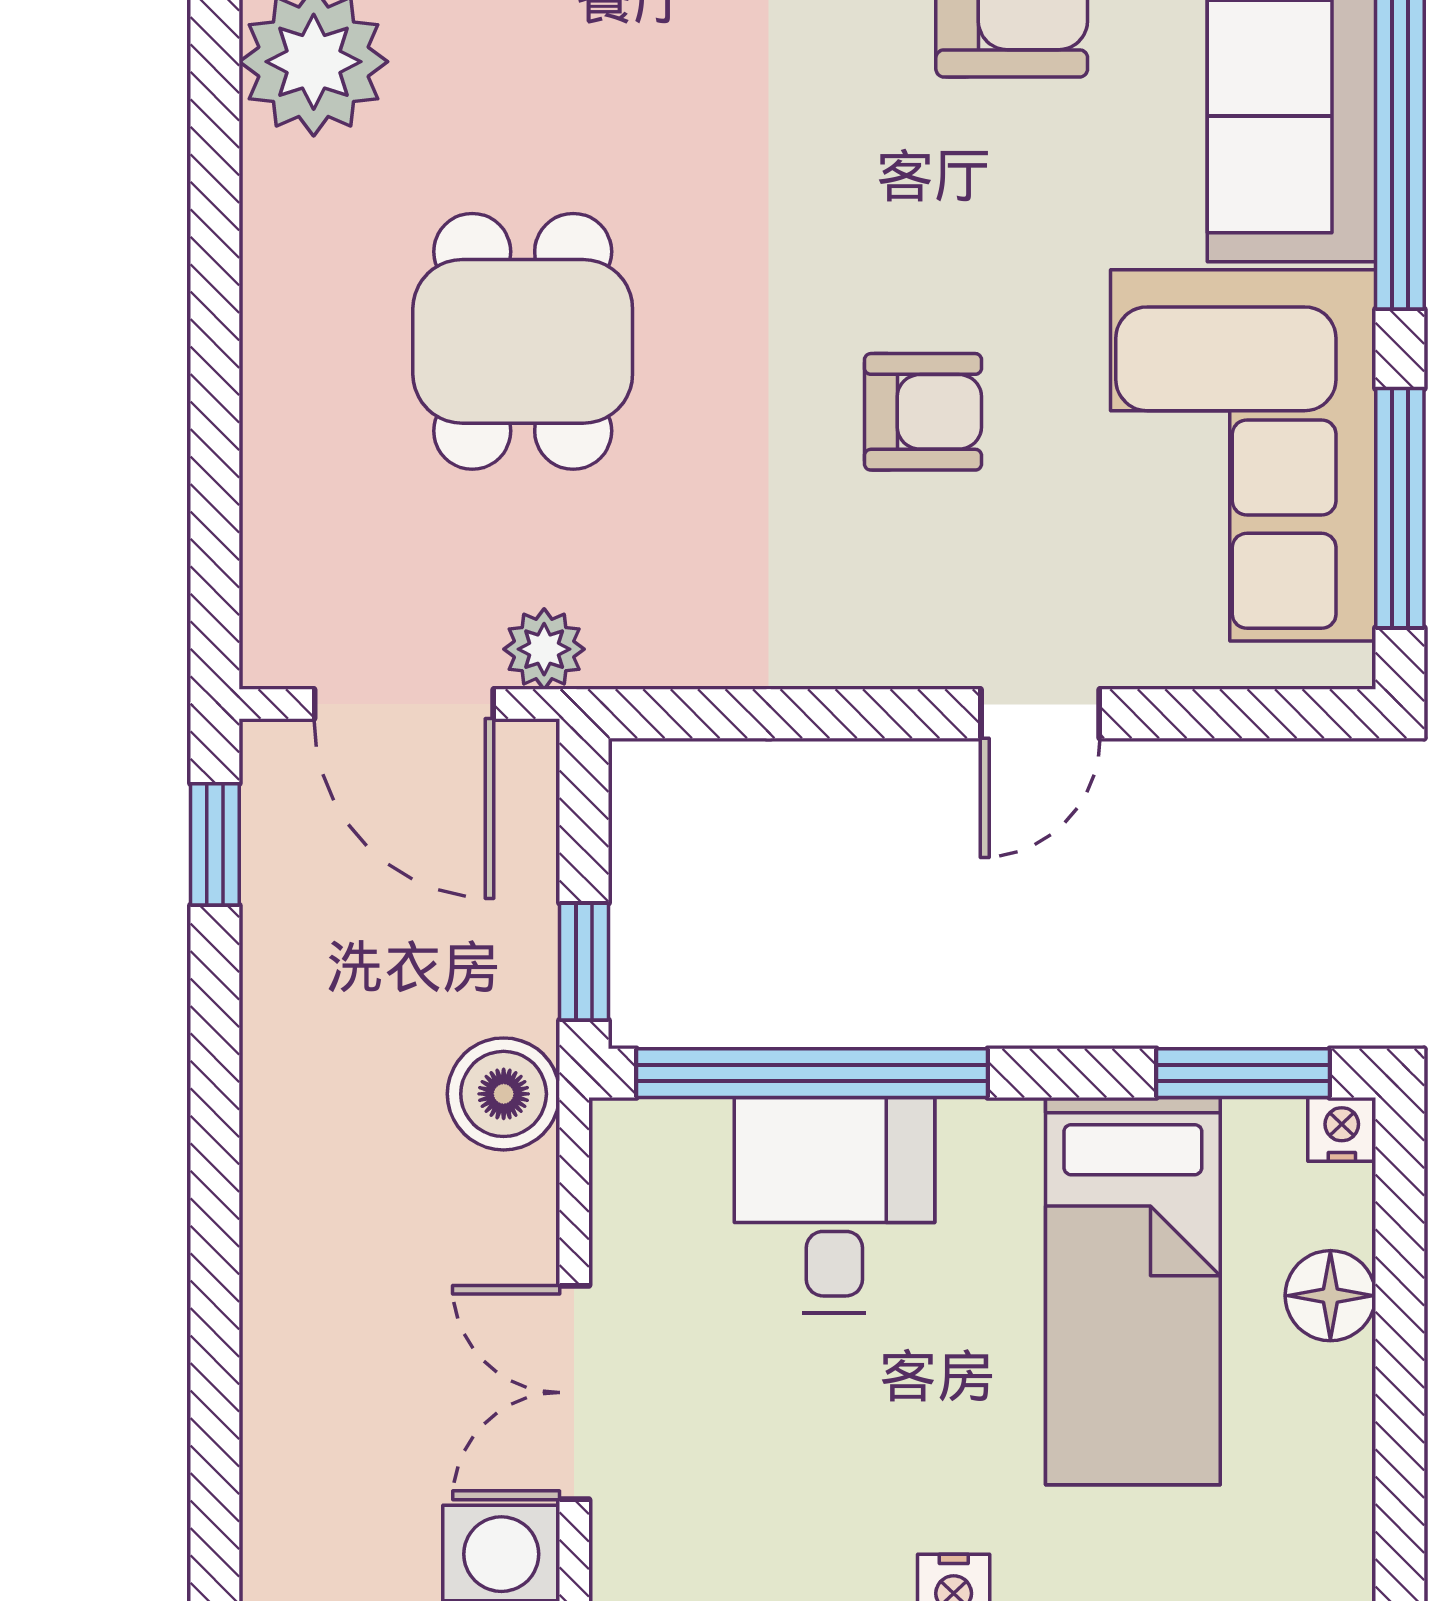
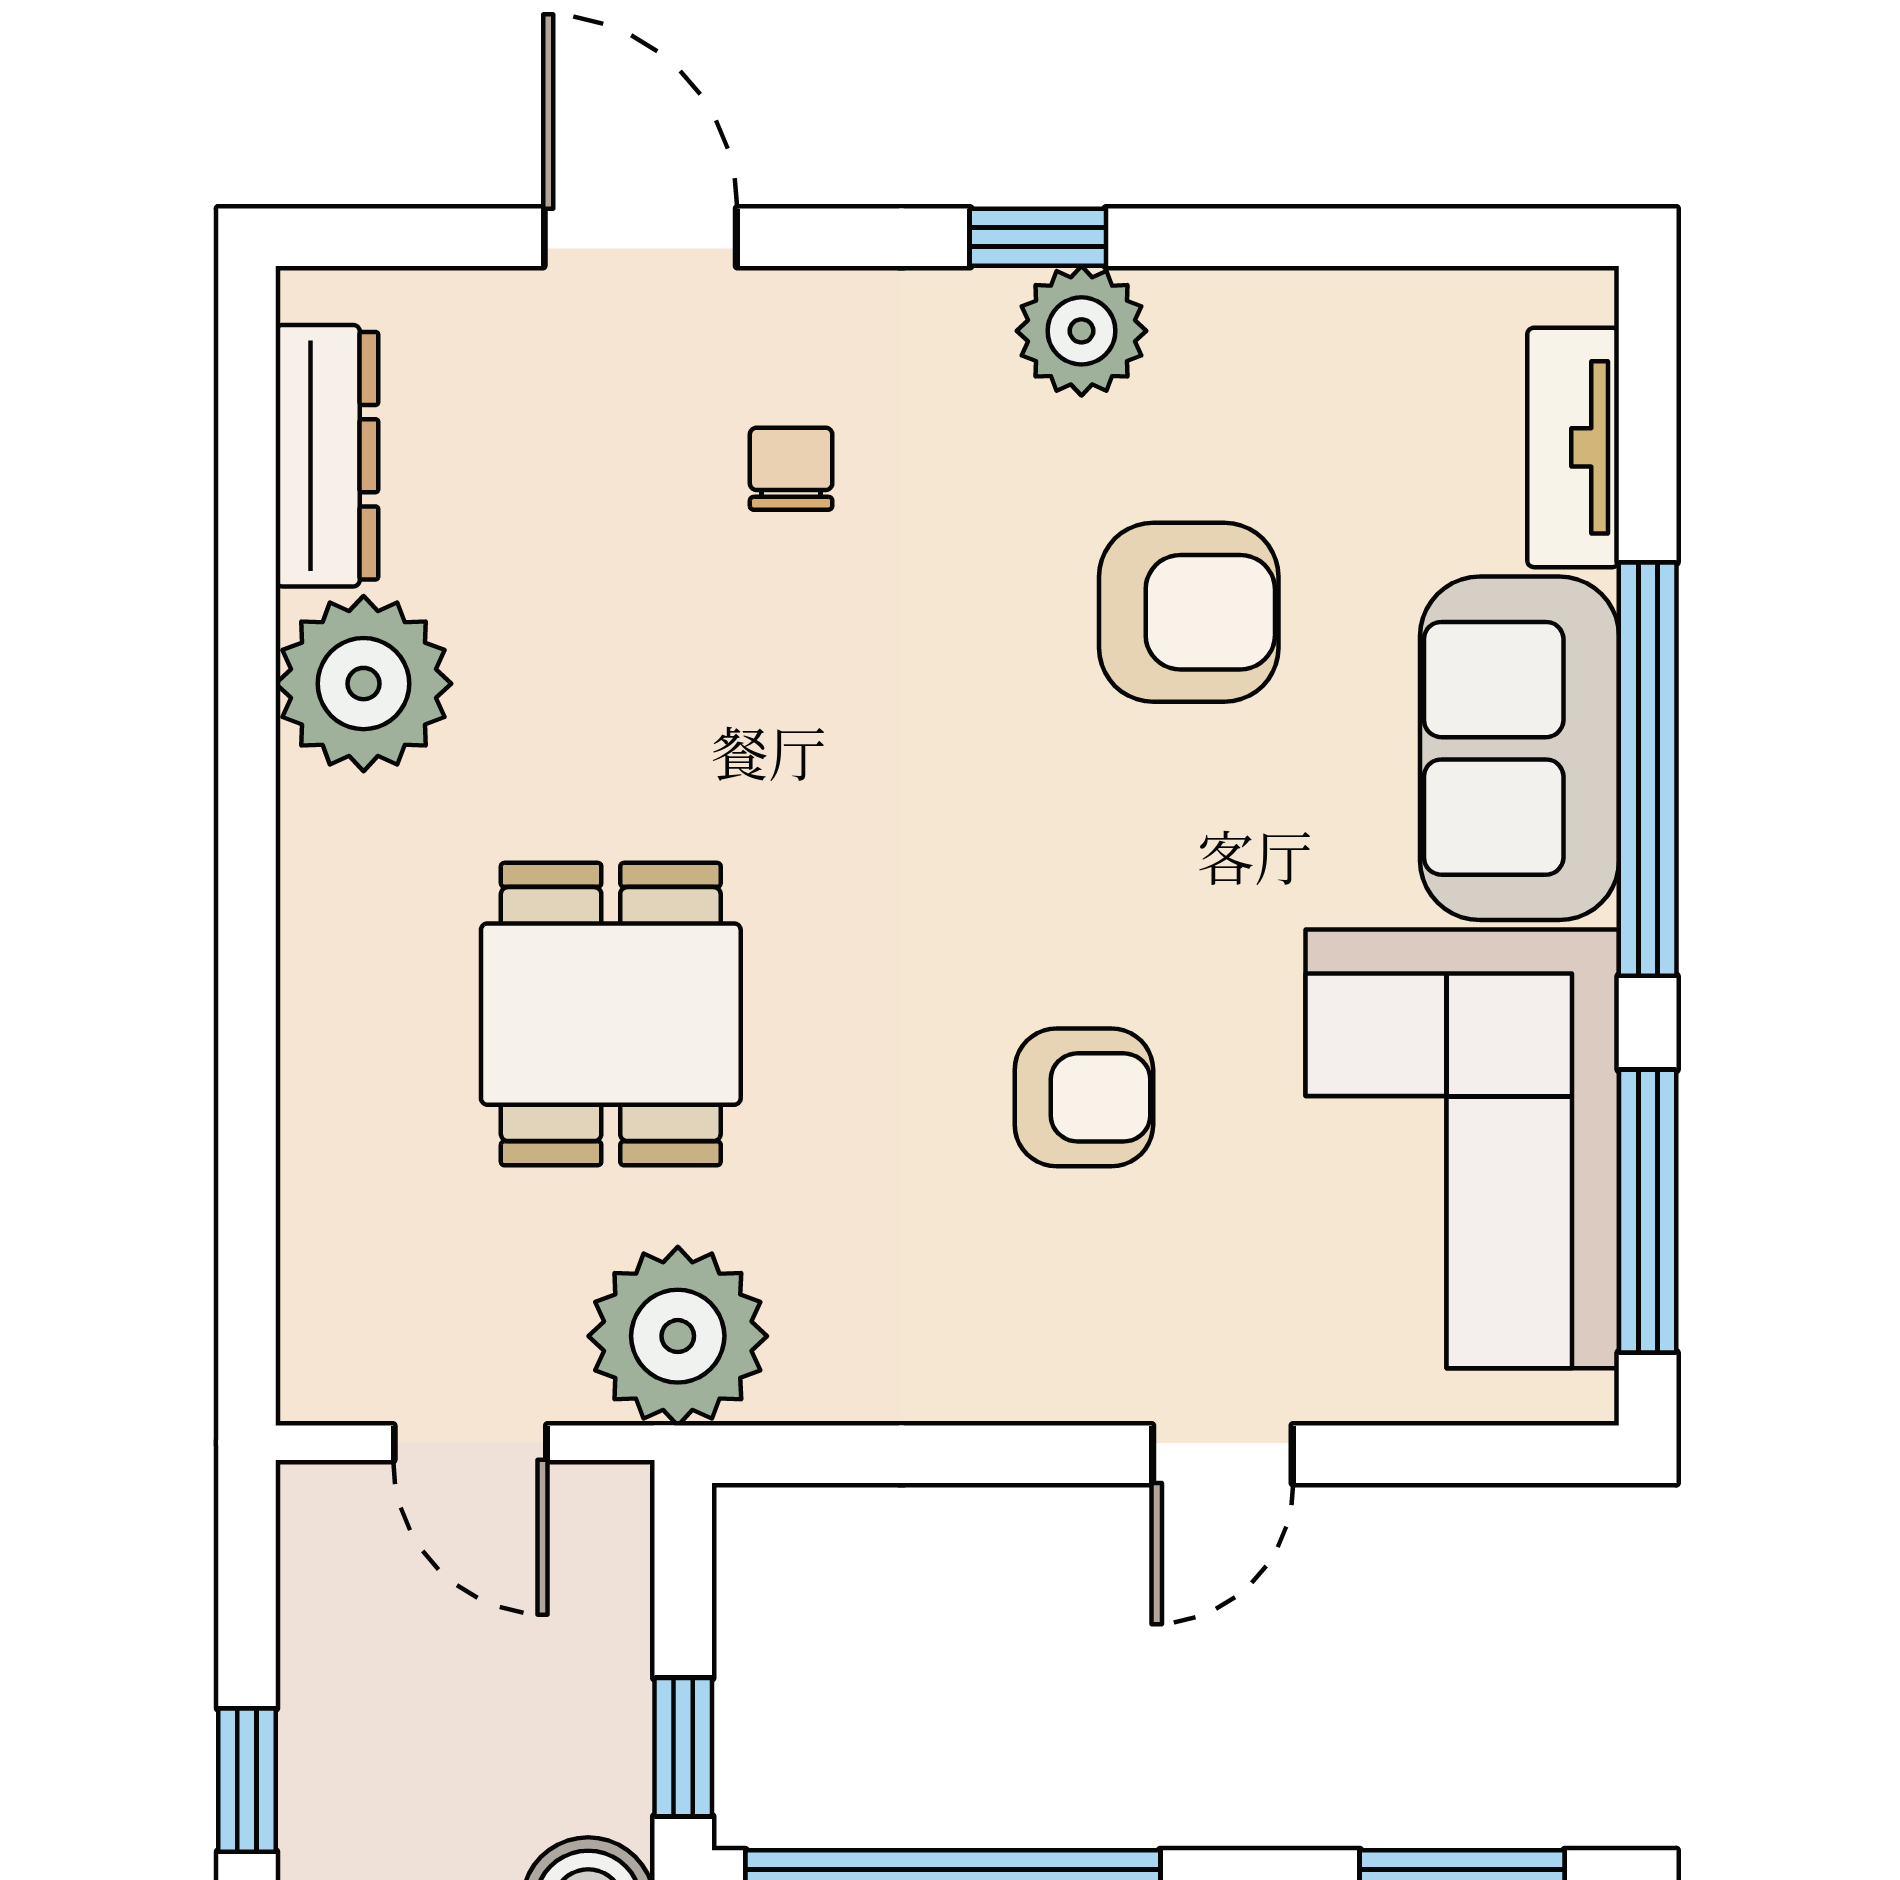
plant: (544, 649) -> (678, 1336), width x1.87, depth x1.87
door: (404, 704) -> (470, 1443), width x0.73
window: (215, 844) -> (247, 1780), moved

